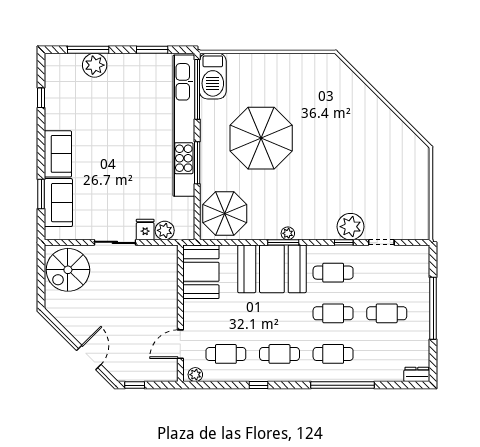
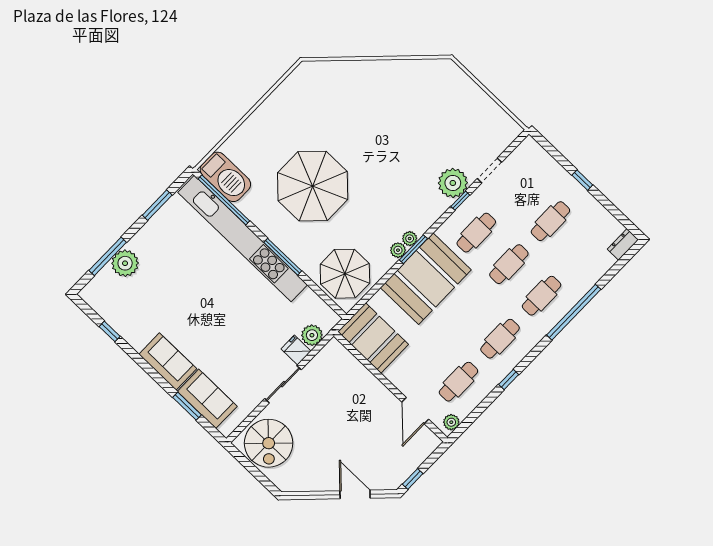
plant: (273, 233) -> (398, 250), added
window: (433, 308) -> (582, 180), width x0.32

